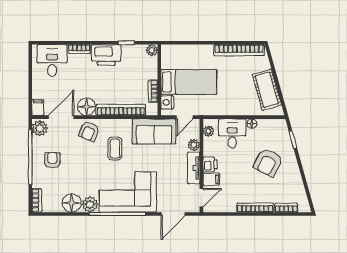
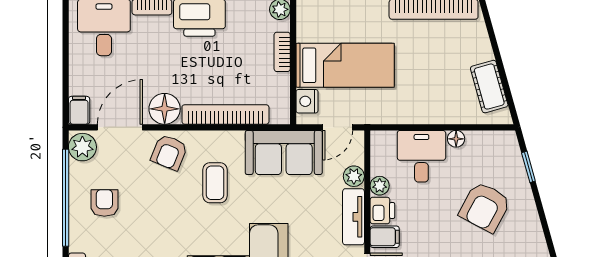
cot: (267, 90) -> (489, 87), width x0.73, depth x0.75
bookcase: (153, 91) -> (282, 52), moved
plant: (208, 131) -> (380, 186), moved

